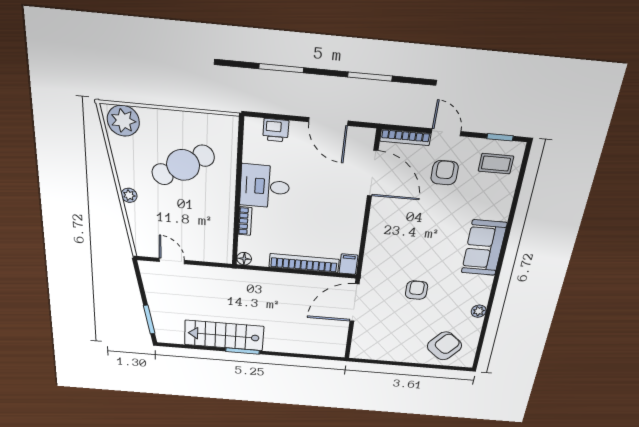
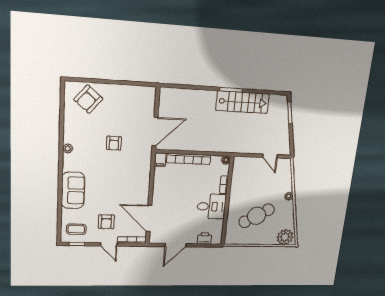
door: (328, 121) -> (176, 245), swing flipped
sofa: (484, 248) -> (73, 190), moved
plant: (479, 311) -> (68, 148), moved

